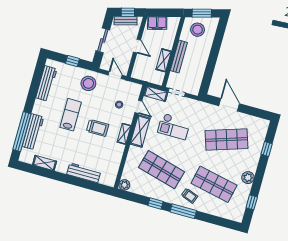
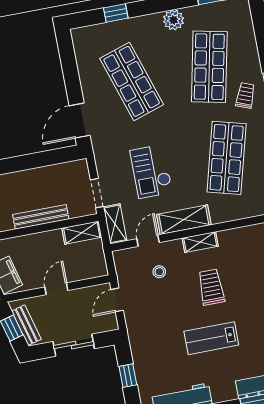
shelving: (164, 60) -> (82, 233), moved
stool: (88, 83) -> (150, 335), removed
door: (229, 105) -> (80, 121), moved
checkout: (174, 126) -> (151, 171), turned 180

